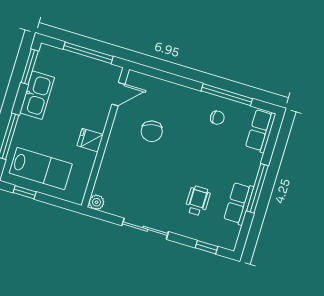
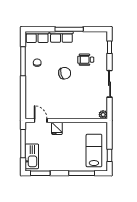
kitchen sink: (37, 95) -> (32, 156), moved, turned 90
chair: (152, 131) -> (65, 73), moved
fridge: (90, 140) -> (57, 128), moved
row of seats: (239, 203) -> (61, 37), moved

